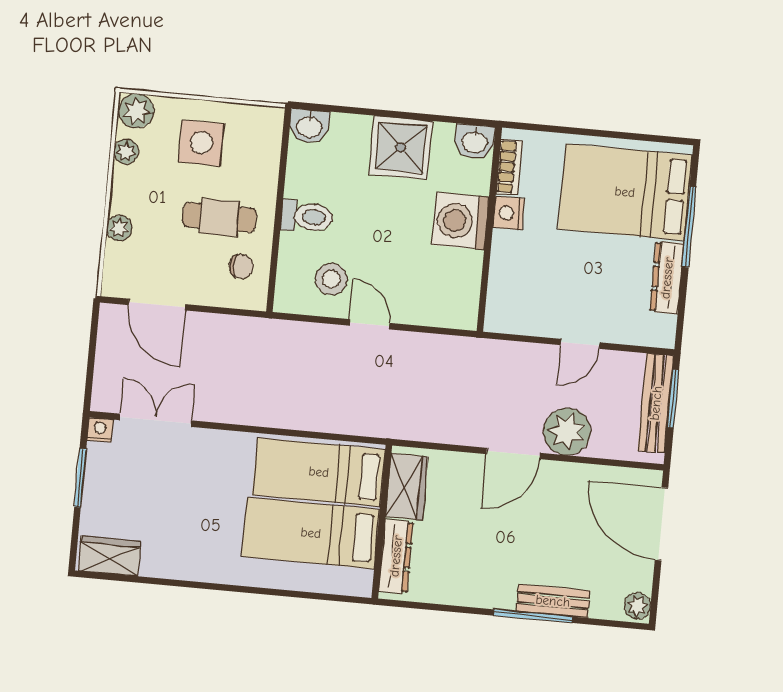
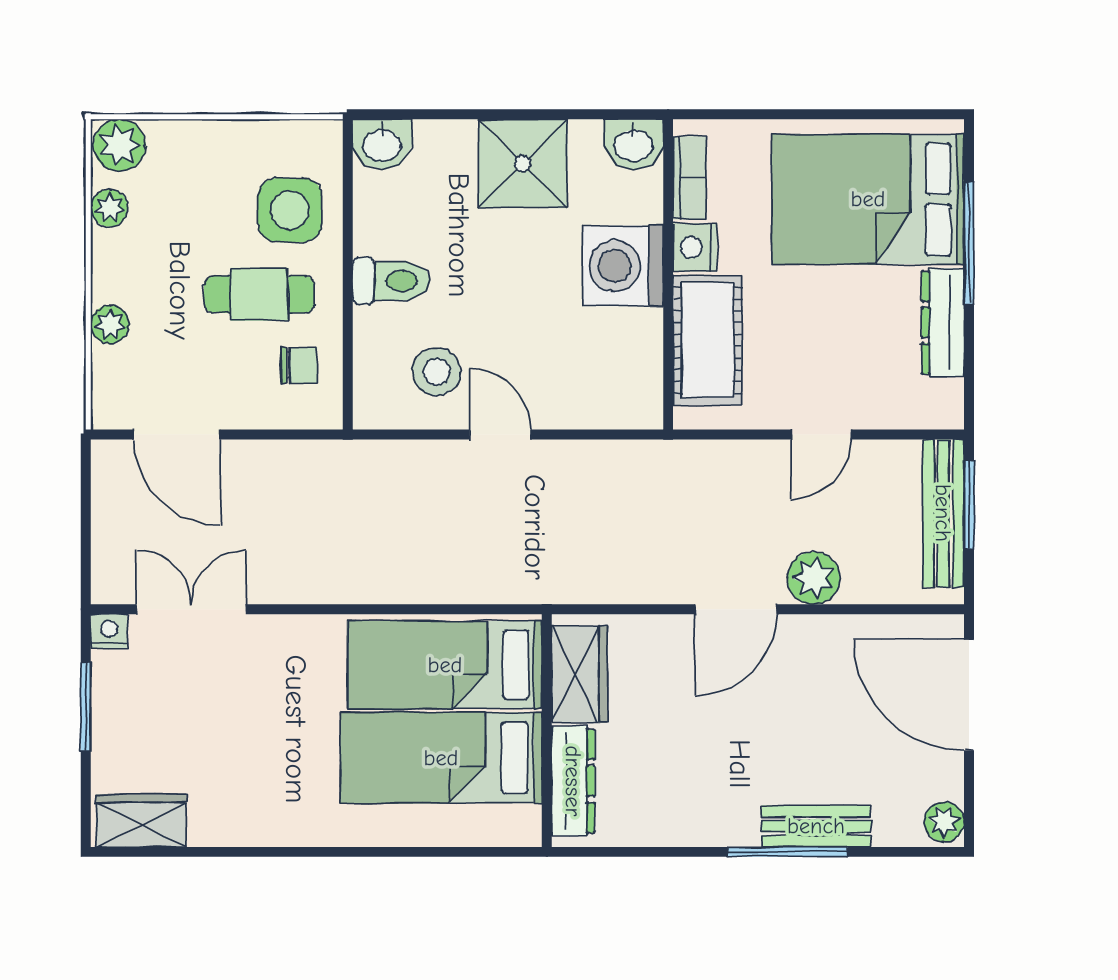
side table: (201, 143) -> (290, 210), moved
cot: (511, 275) -> (707, 340), added
plant: (567, 431) -> (813, 578), width x0.73, depth x0.73

